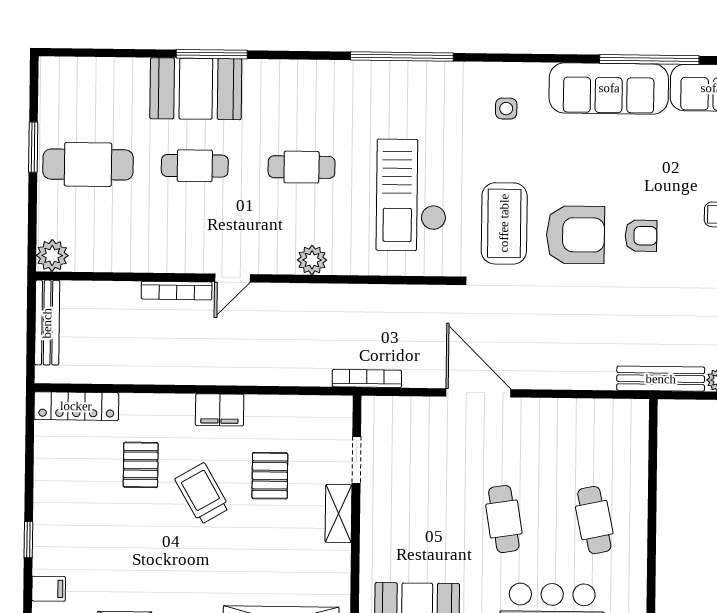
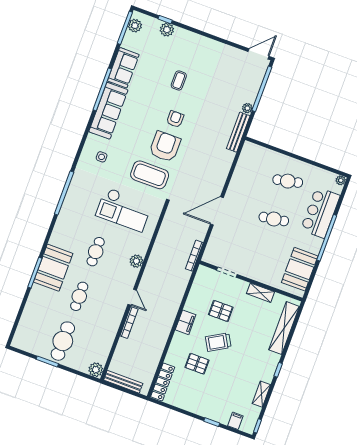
booth: (196, 89) -> (53, 268), moved
shelving: (339, 514) -> (261, 293), moved

